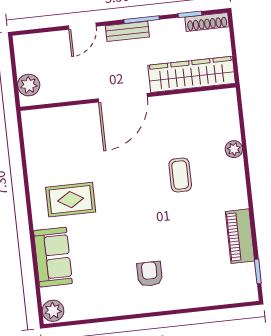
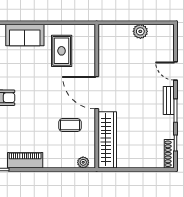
wardrobe: (192, 74) -> (107, 140), moved
wall: (128, 97) -> (97, 96), moved
door: (123, 98) -> (97, 93), moved

